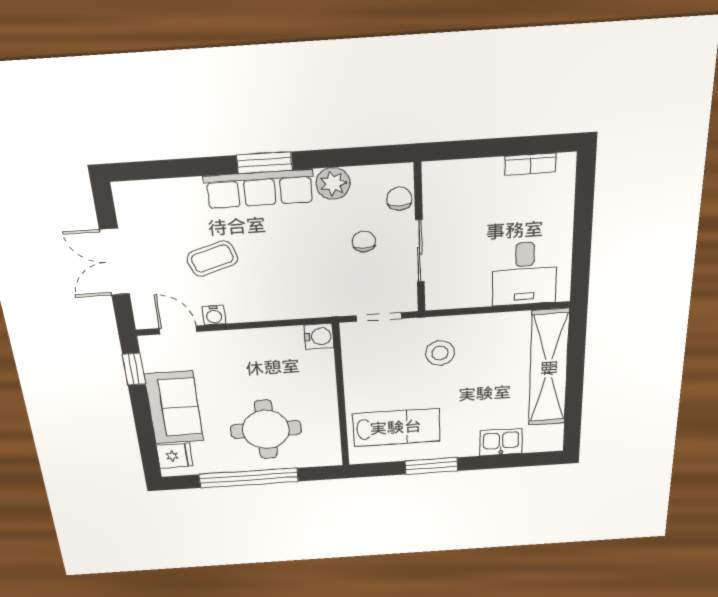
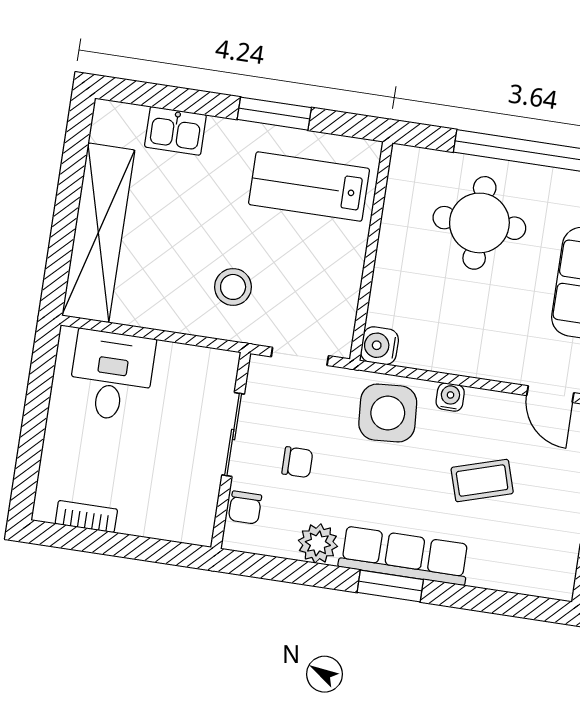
chair: (364, 242) -> (297, 462), turned -90
side table: (300, 292) -> (388, 413), added
water cooler: (214, 315) -> (450, 397), moved

